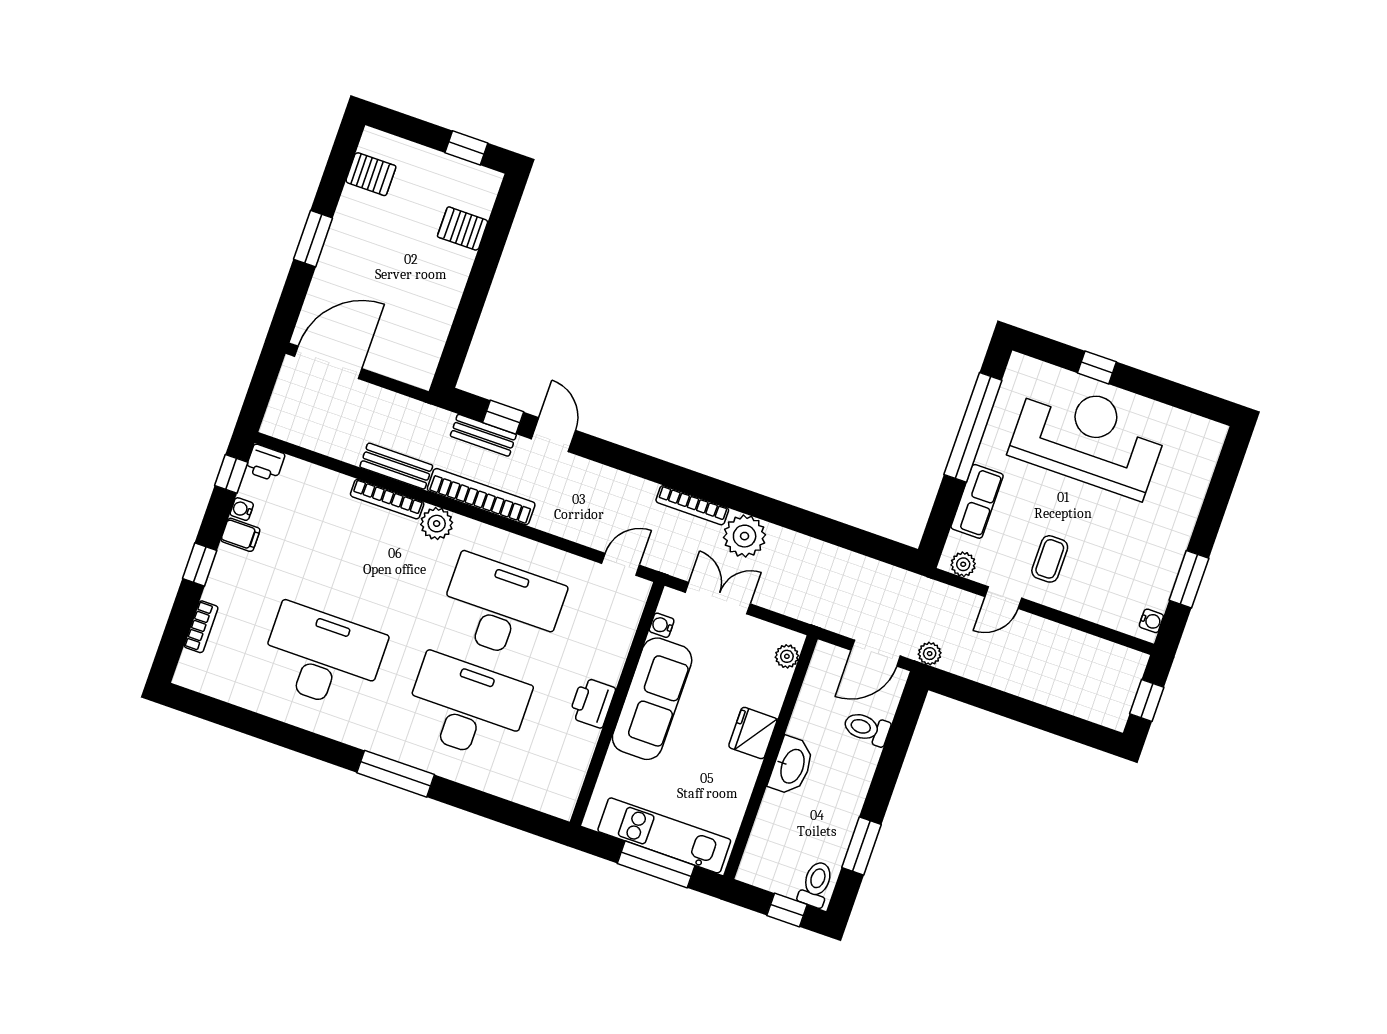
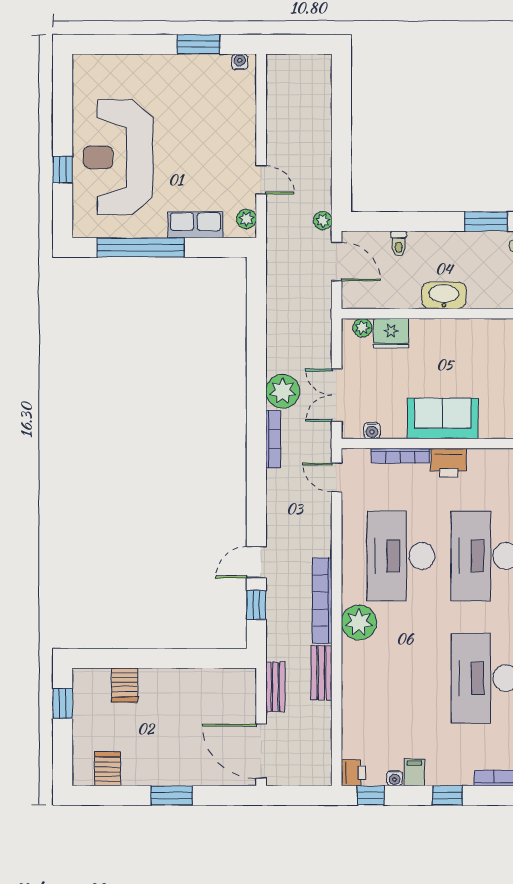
bench: (483, 435) -> (275, 687), moved
bookcase: (387, 499) -> (400, 456), moved, turned 90
plant: (437, 524) -> (359, 622), width x1.36, depth x1.36
coffee table: (1050, 559) -> (220, 155), removed
sofa: (652, 699) -> (443, 418), width x0.73
window: (1147, 700) -> (301, 44), removed
toilet: (867, 728) -> (399, 244), width x0.73, depth x0.72
fridge: (753, 733) -> (391, 333), moved

